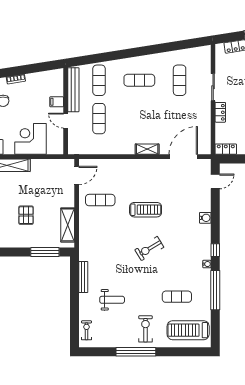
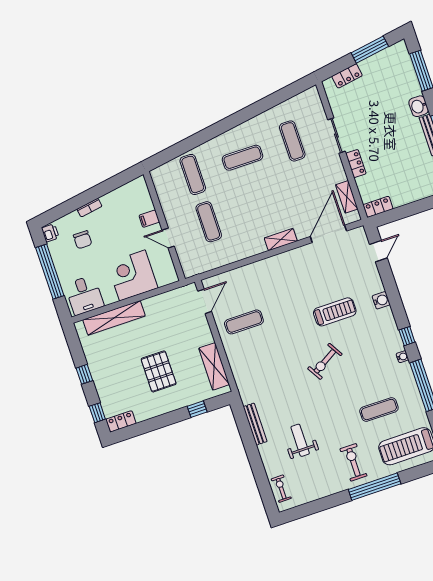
bench: (73, 90) -> (165, 197), removed
shelving: (206, 134) -> (347, 197), added
treadmill: (146, 210) -> (335, 312), moved
pallet: (26, 215) -> (159, 371), width x1.50, depth x1.42
window: (45, 252) -> (197, 409), width x0.46
weight bench: (112, 300) -> (300, 440), turned -90
window: (136, 352) -> (375, 487), moved

